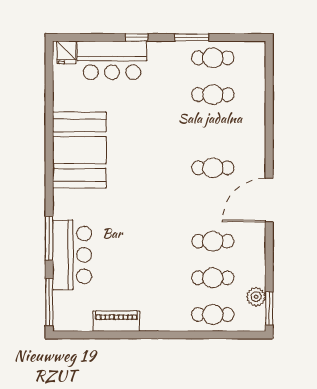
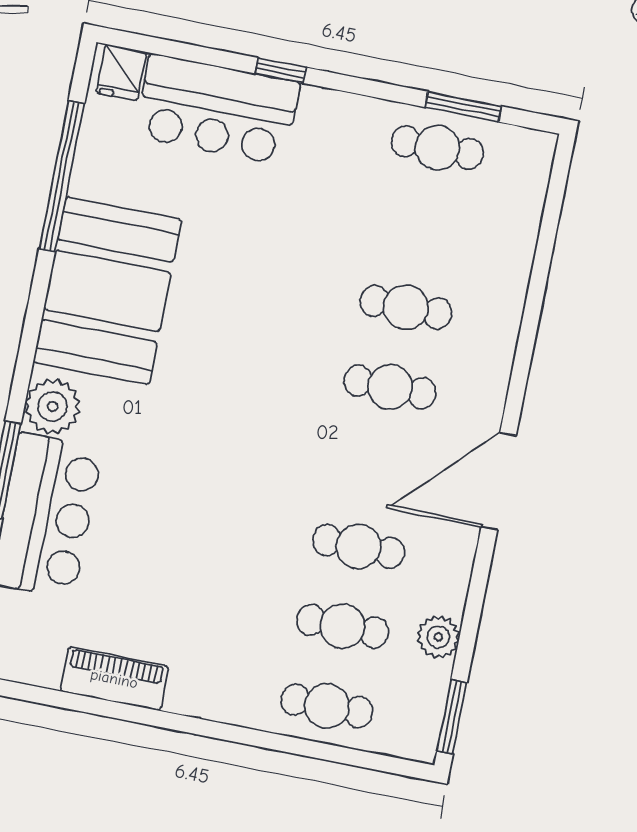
window: (192, 37) -> (463, 107), moved
cafe table: (213, 95) -> (406, 307), moved
window: (49, 103) -> (62, 176), added
plant: (65, 206) -> (53, 406), added
plant: (256, 297) -> (438, 637), moved

